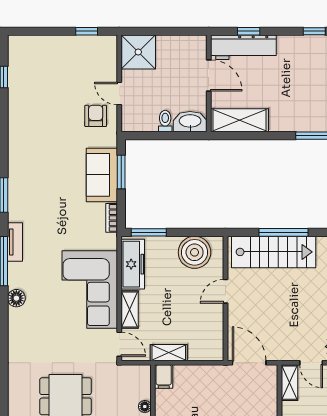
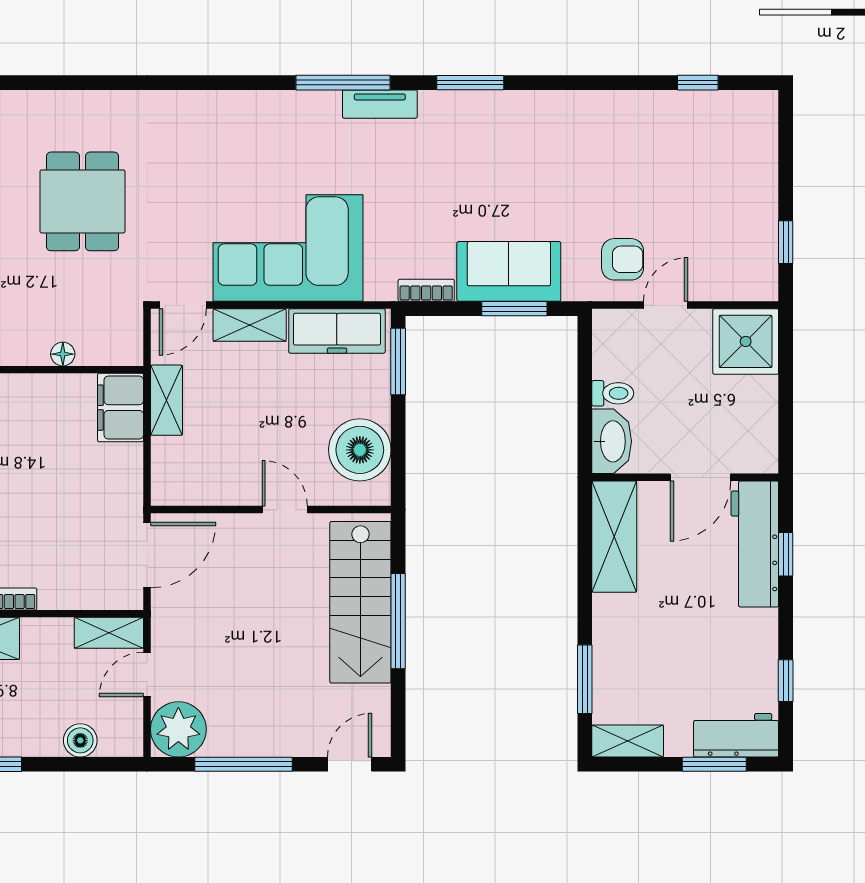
floor lamp: (16, 298) -> (272, 107), removed
filing cabinet: (164, 377) -> (121, 408), width x2.00

